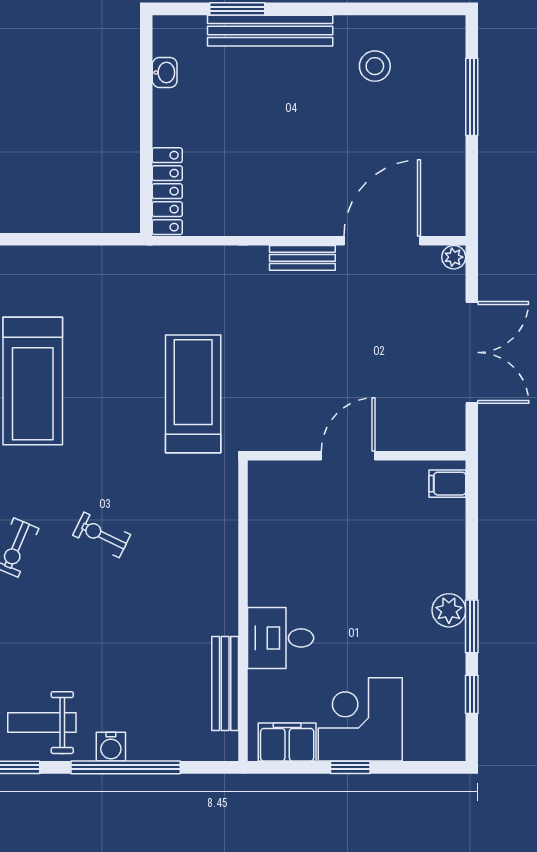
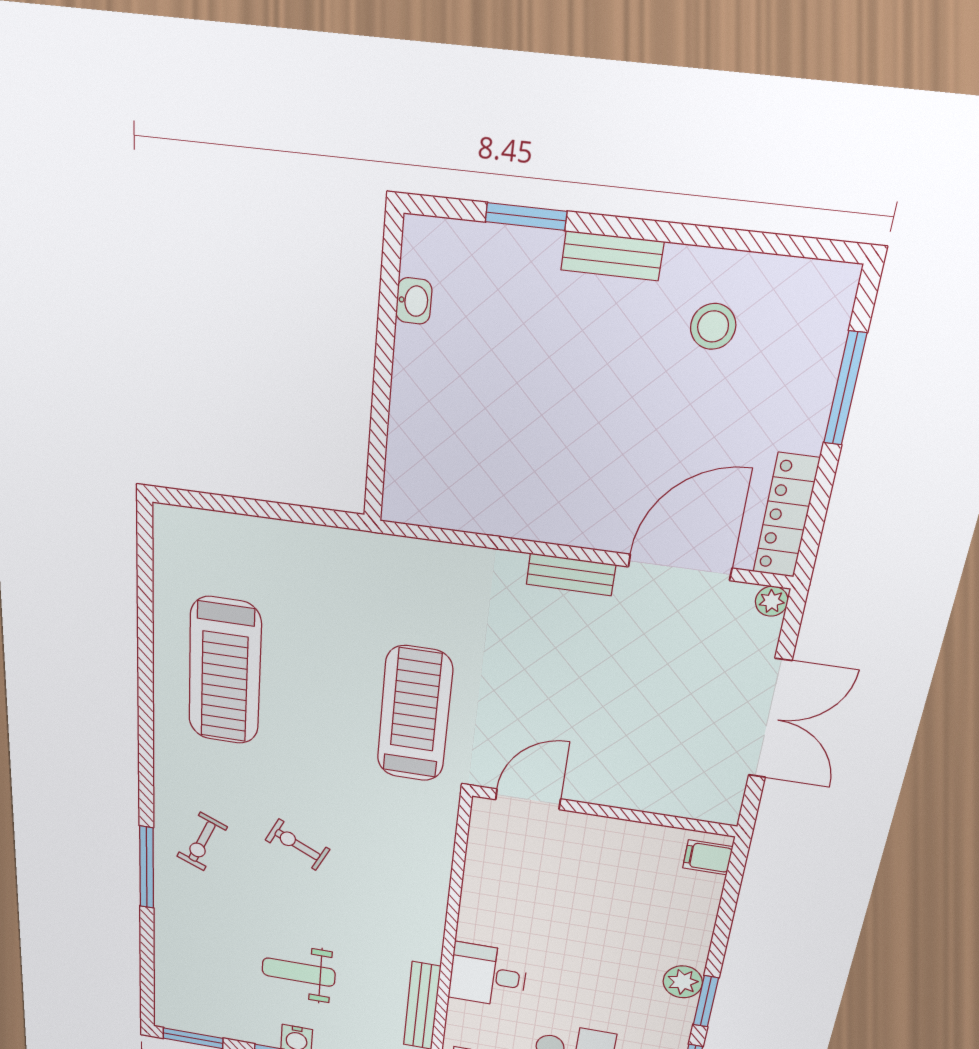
bench: (270, 31) -> (612, 256), width x0.54, depth x0.82
locker: (167, 191) -> (786, 516), moved, turned 180
door: (348, 456) -> (528, 799), moved
weight bench: (42, 723) -> (299, 972), moved

